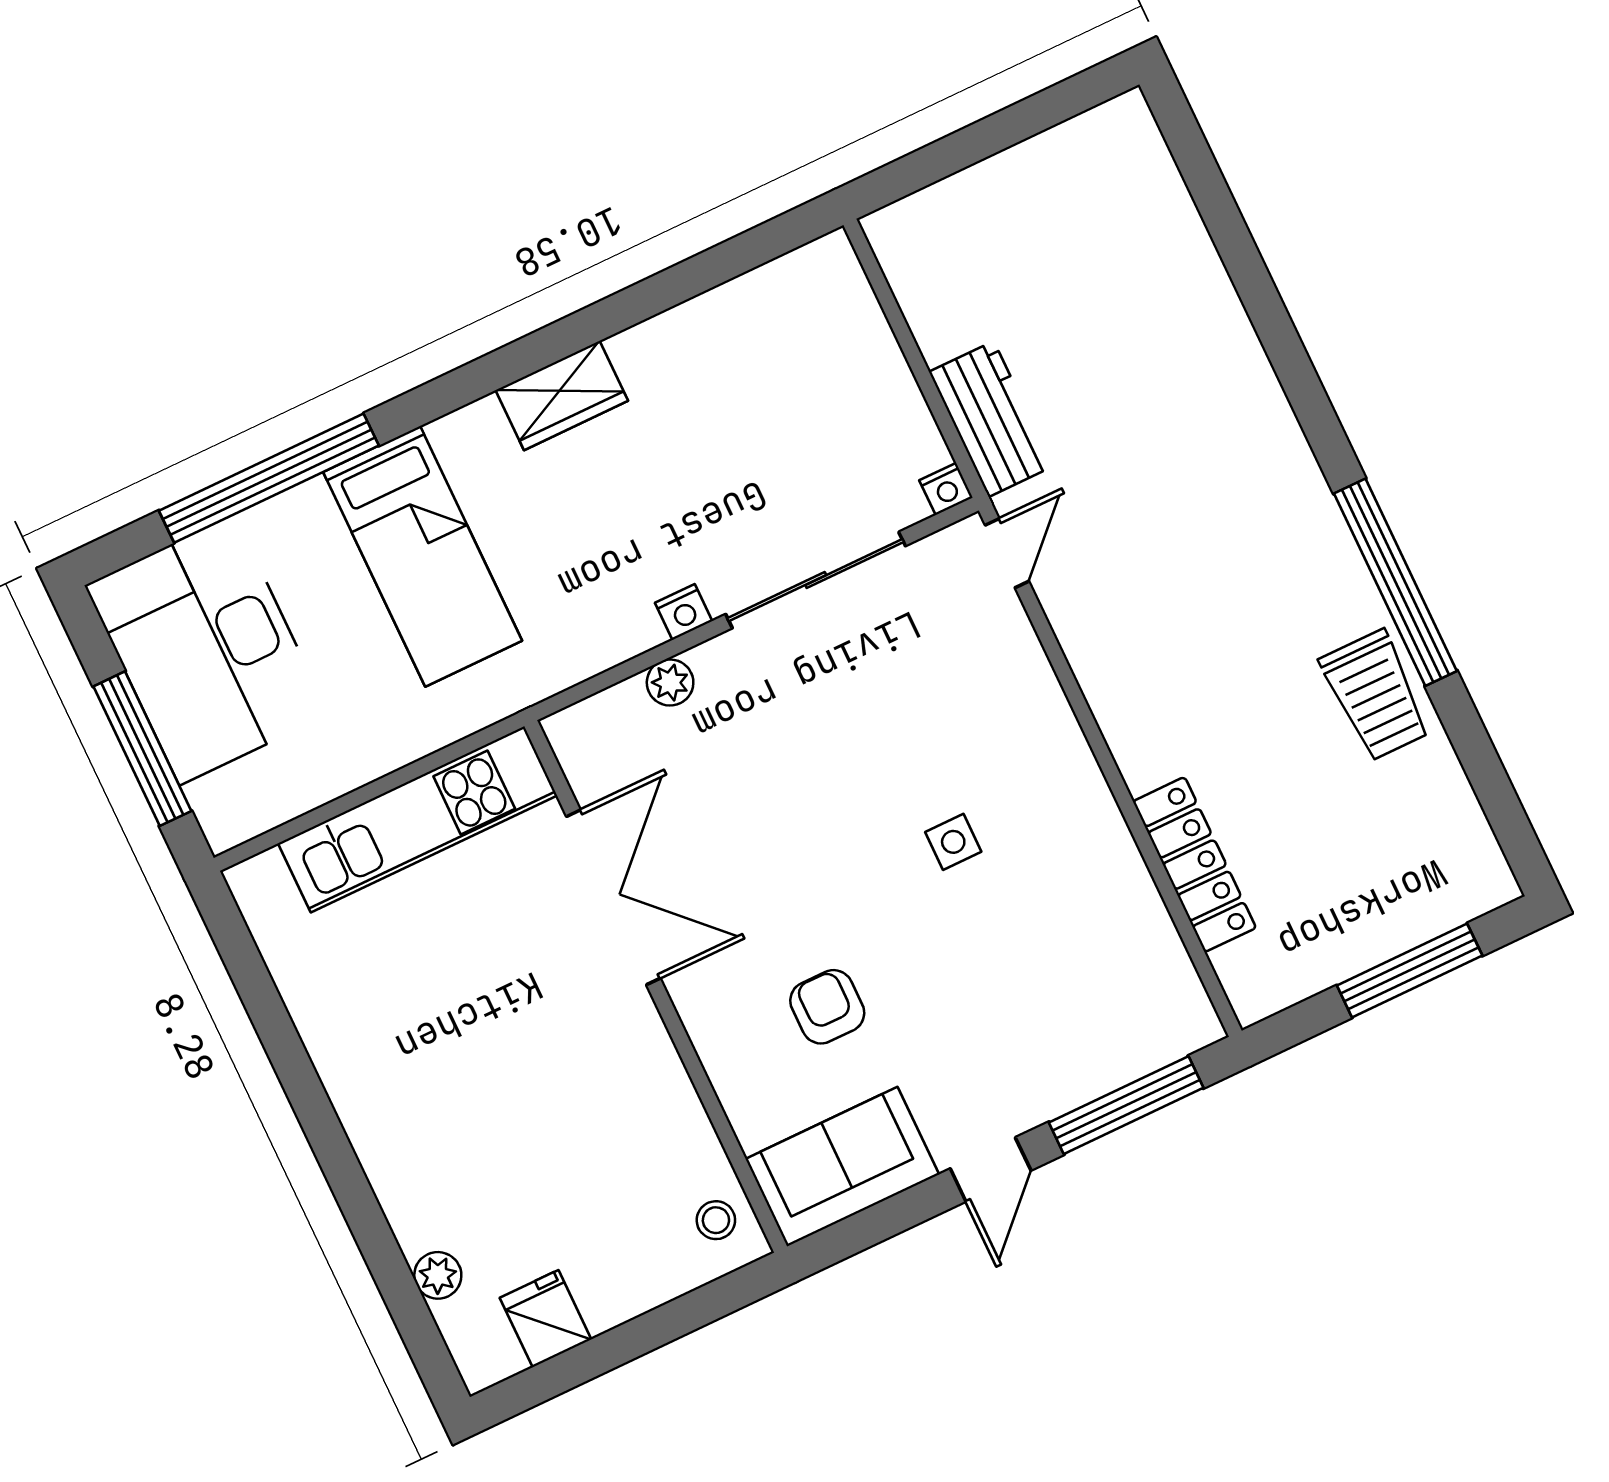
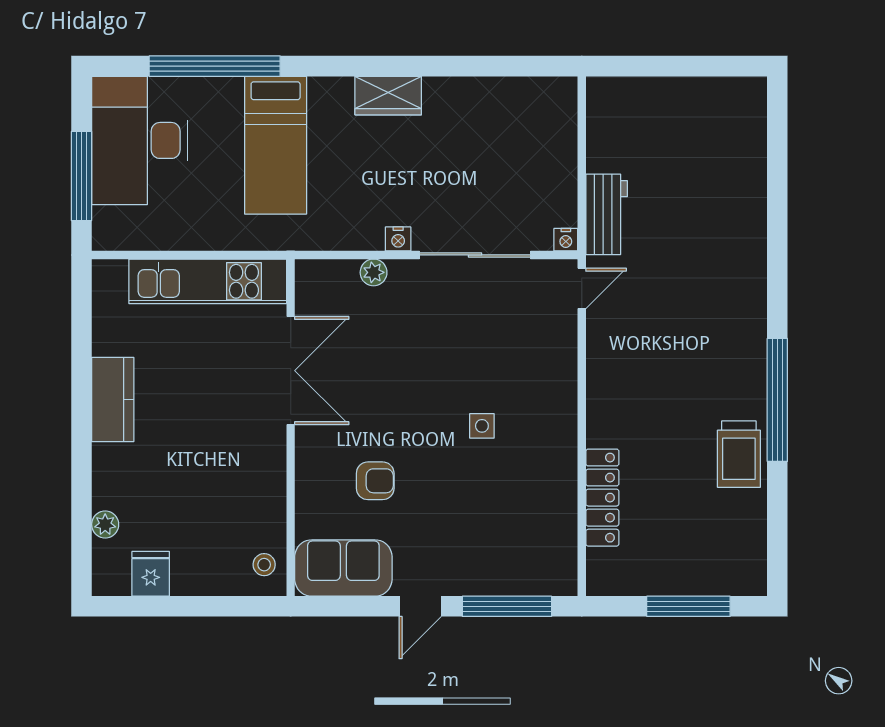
armchair: (827, 1007) -> (375, 481), turned 90
kitchen counter: (357, 1075) -> (113, 400), added

